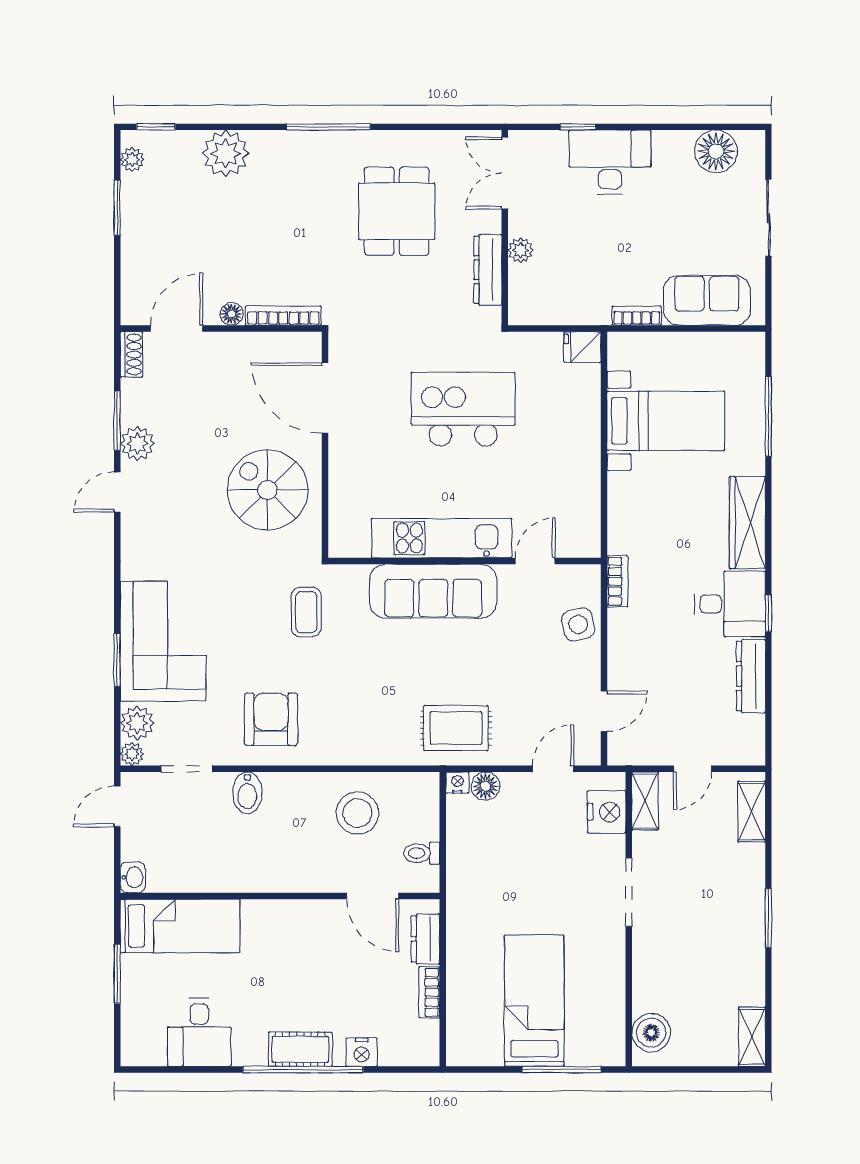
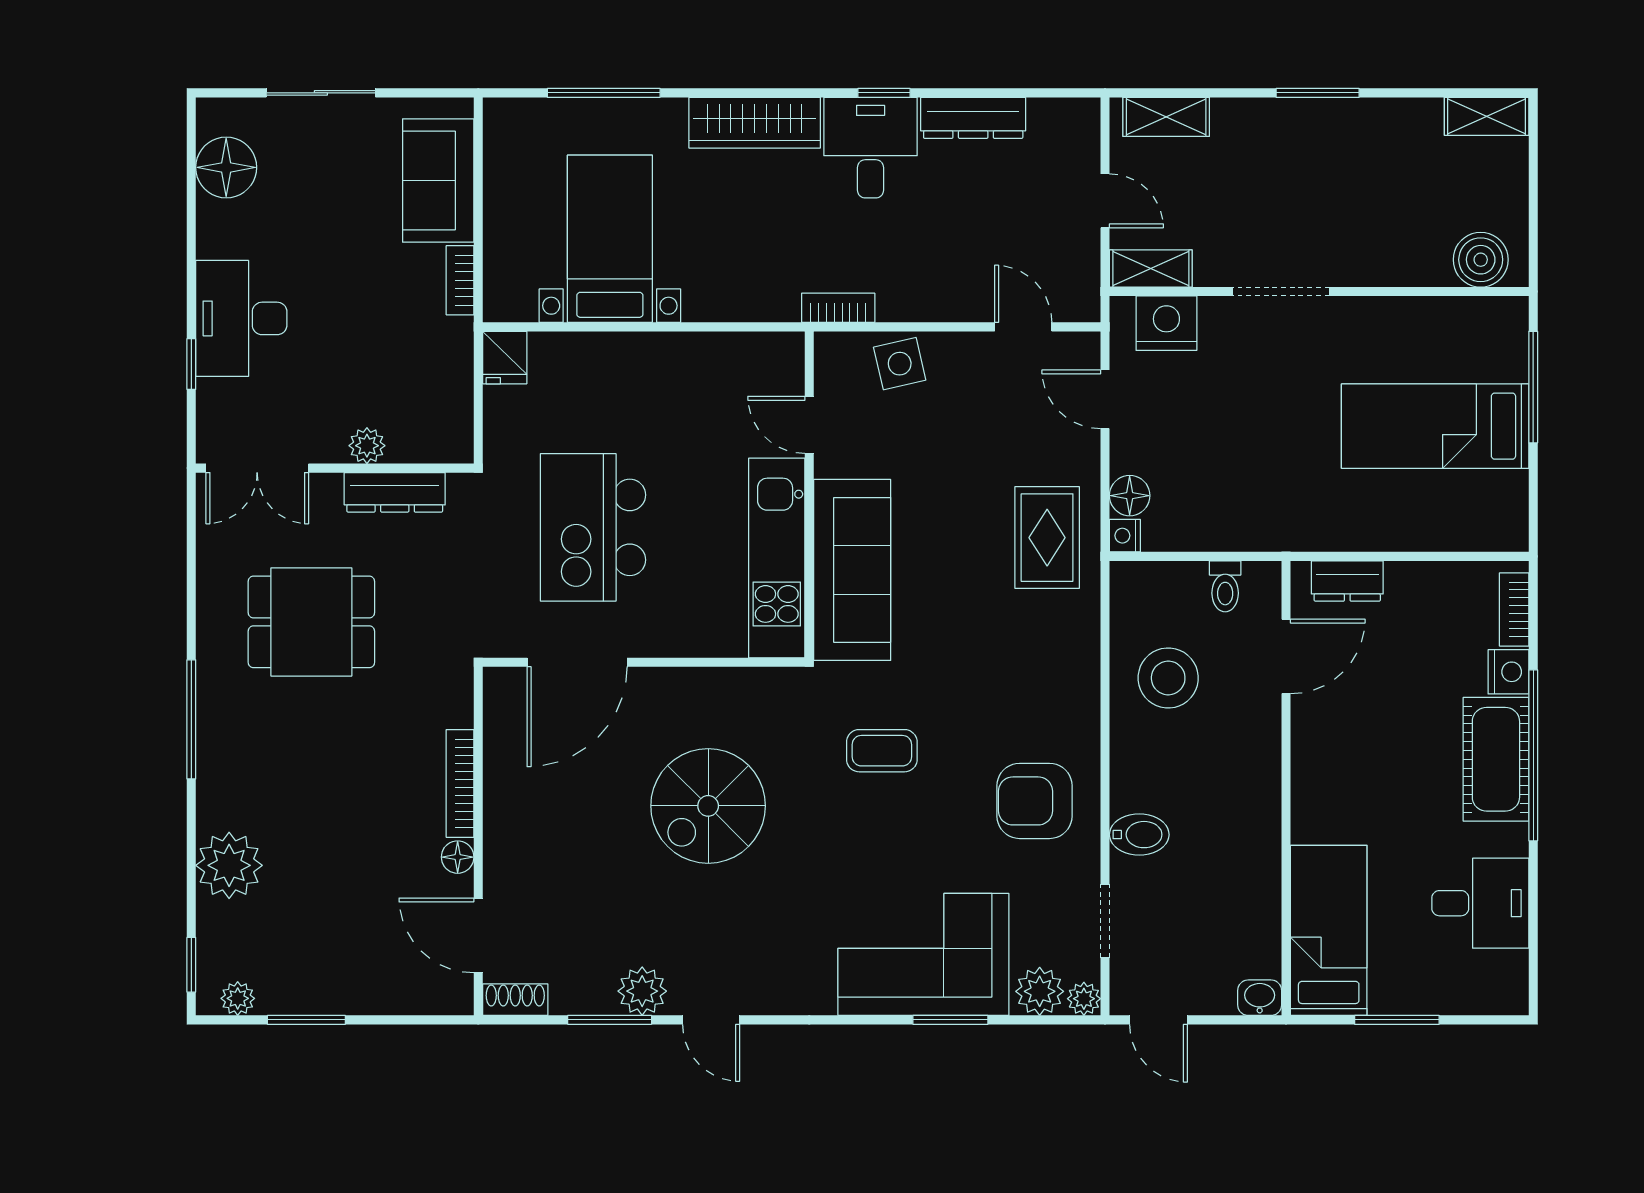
door: (325, 398) -> (577, 662), moved
wall: (325, 445) -> (644, 662), moved
bookcase: (429, 992) -> (1514, 609), moved, turned 90
cot: (300, 1049) -> (1496, 759), width x1.37, depth x1.34

